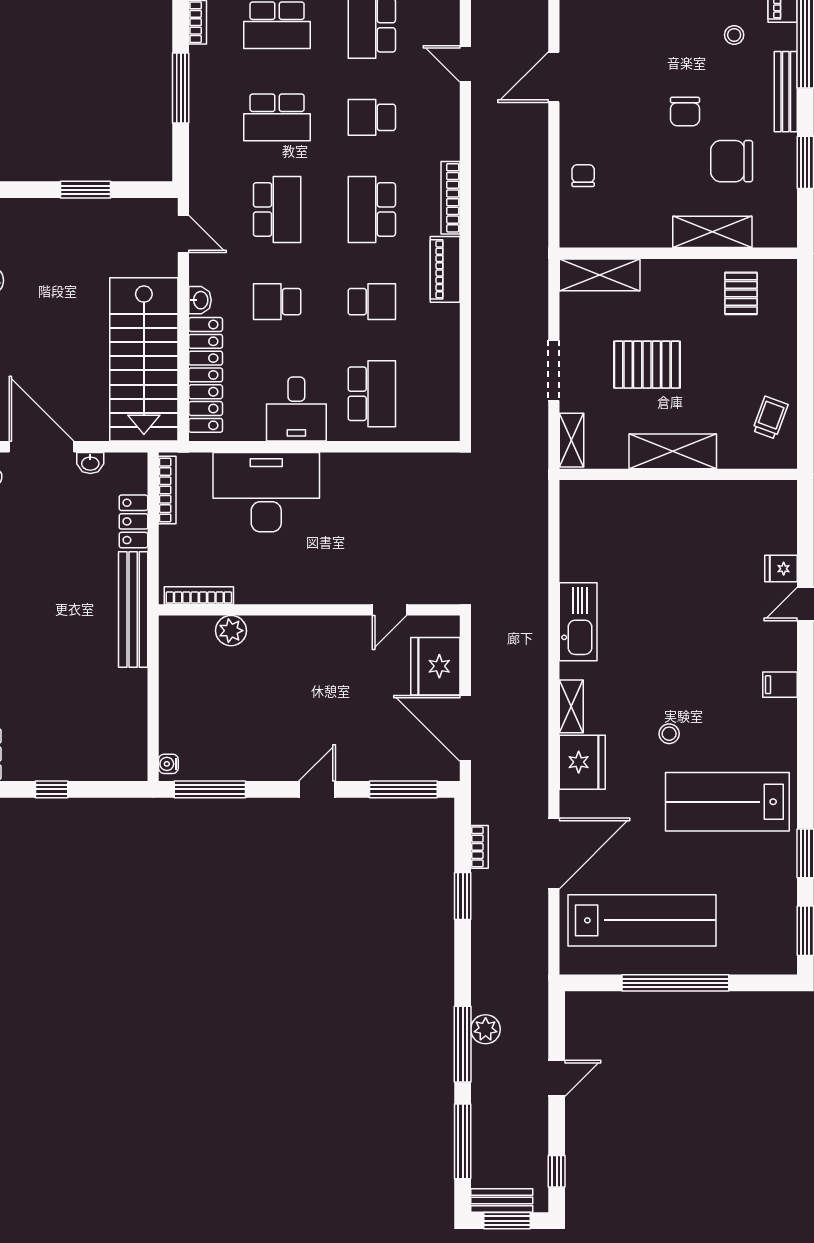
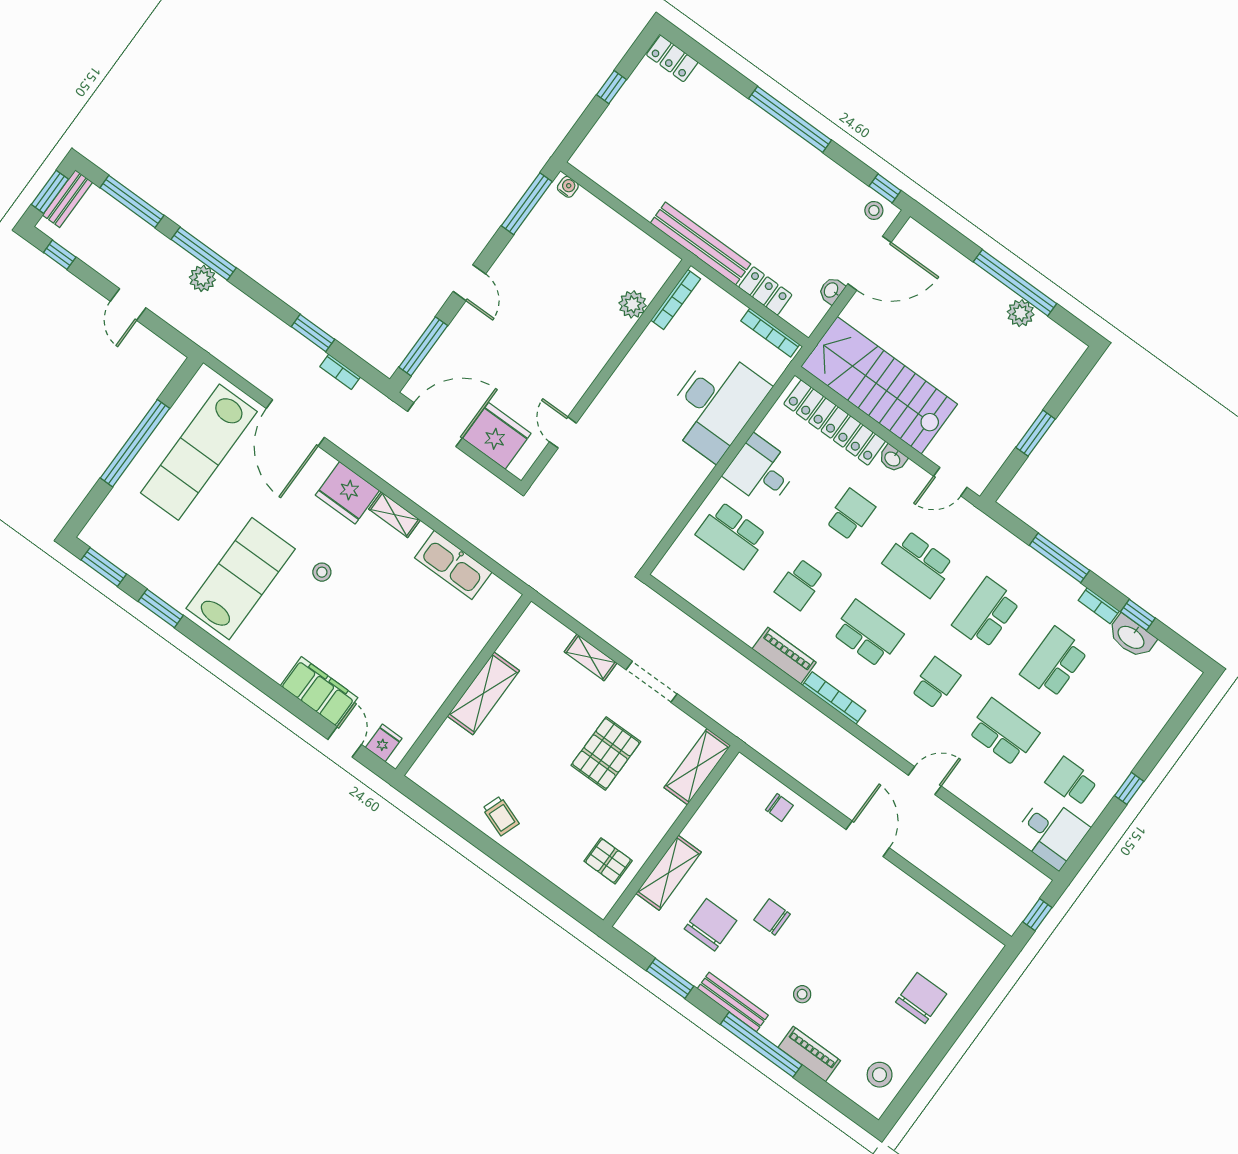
shelving: (673, 451) -> (483, 693), moved
wall: (678, 474) -> (463, 685), moved
filing cabinet: (780, 685) -> (319, 692), width x3.00, depth x1.17

